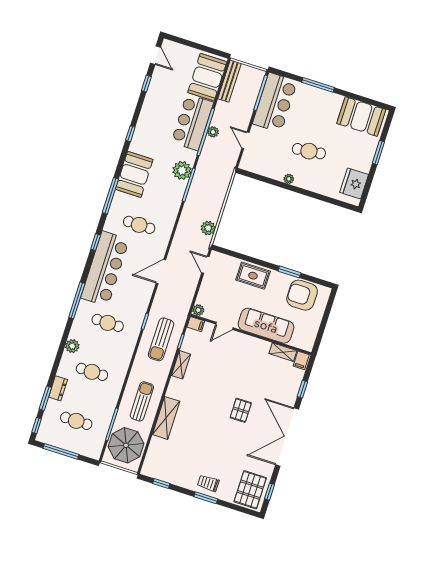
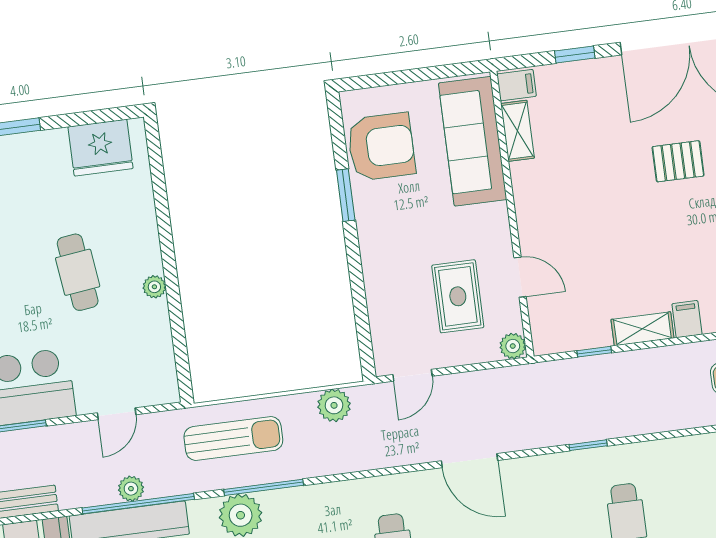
rug: (253, 276) -> (458, 296), moved
armchair: (302, 295) -> (381, 147), turned -90
filing cabinet: (196, 324) -> (687, 319), moved
sofa: (266, 326) -> (473, 141), moved
sun lounger: (161, 339) -> (233, 439), moved

